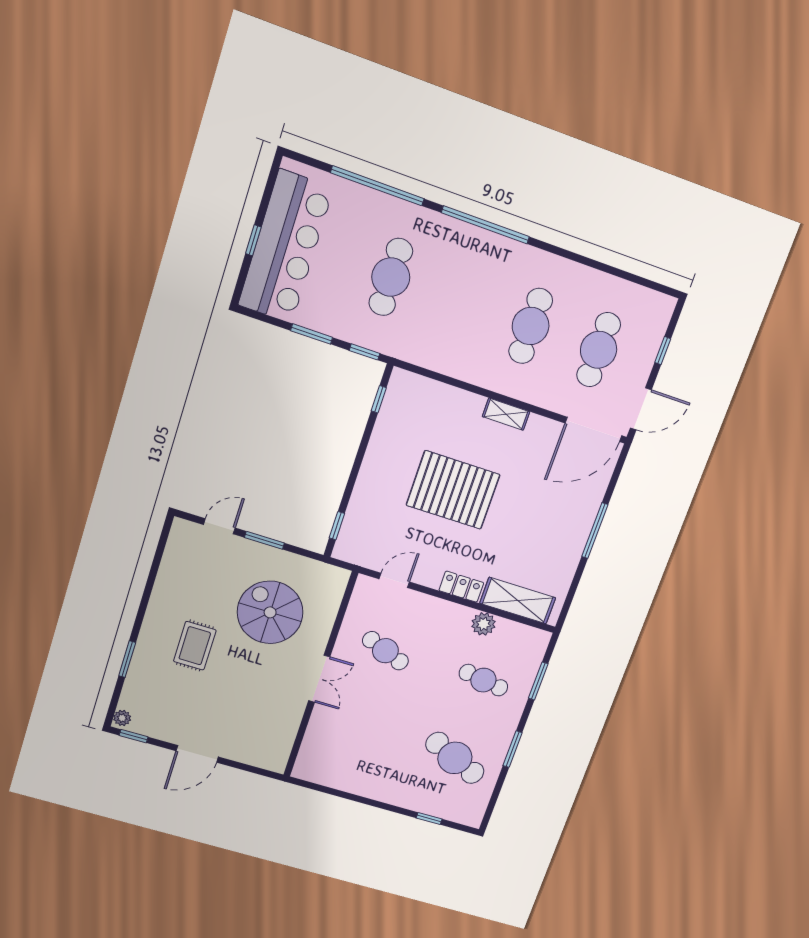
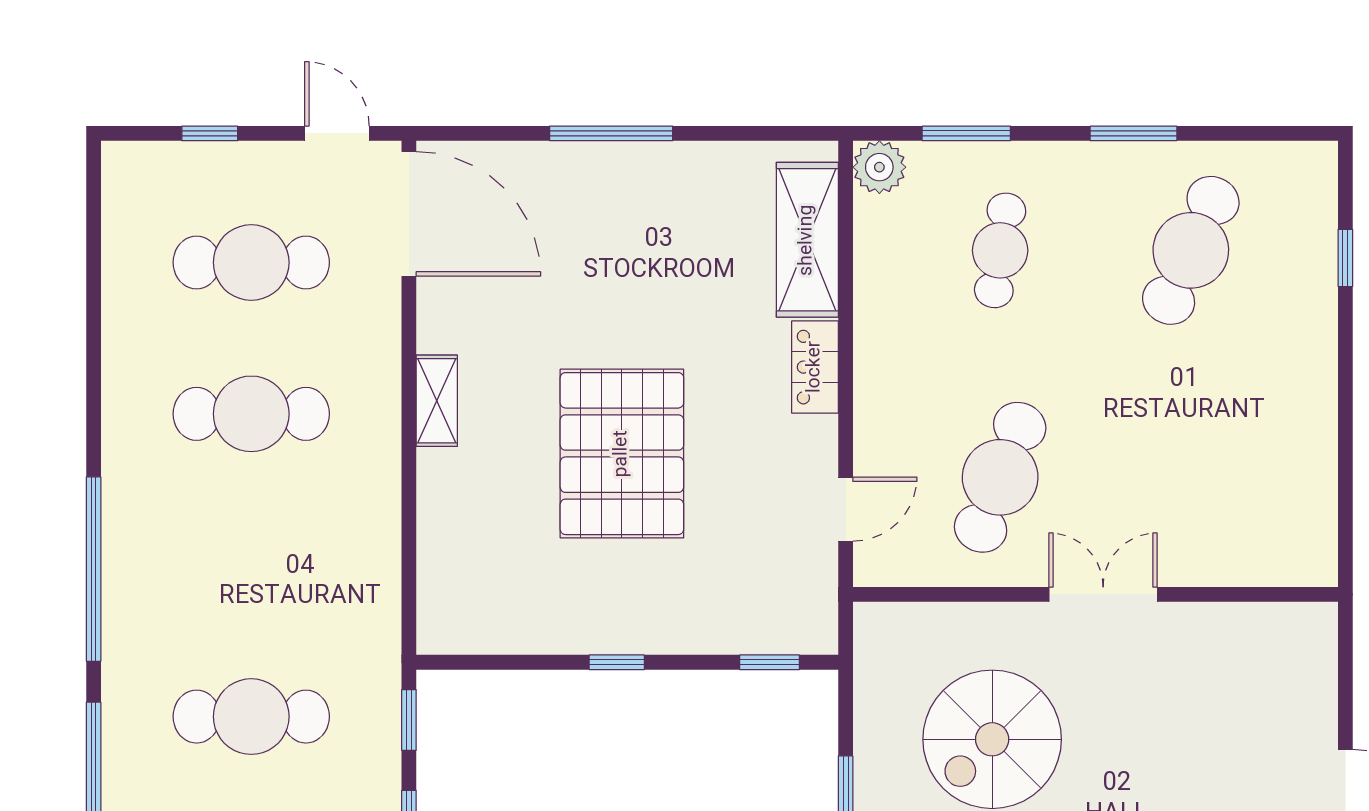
window: (379, 399) -> (617, 662), moved
door: (641, 409) -> (337, 133), width x0.73
door: (394, 580) -> (846, 509), swing flipped
plant: (483, 624) -> (879, 167), moved
cafe table: (385, 651) -> (1000, 477), width x1.37, depth x1.35

